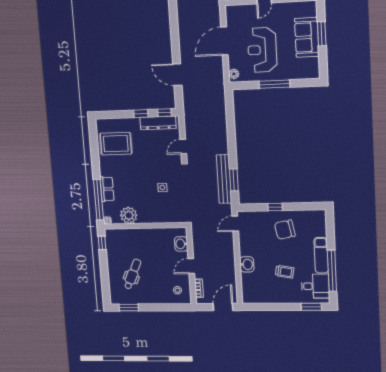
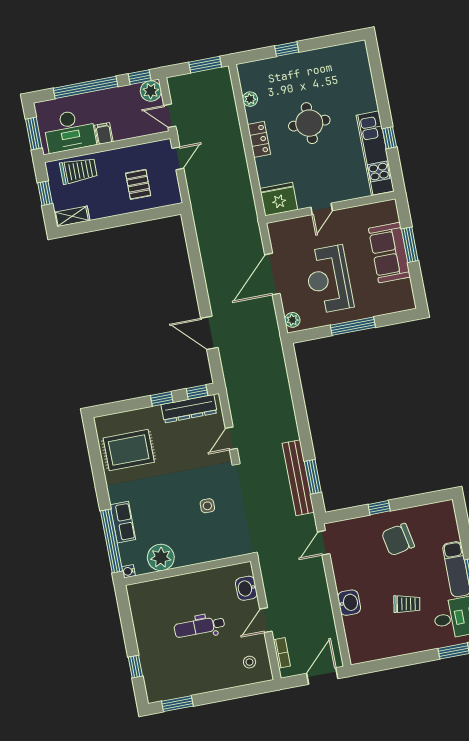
window: (102, 243) -> (135, 667), moved
dental chair: (133, 274) -> (199, 627), moved, turned -114

